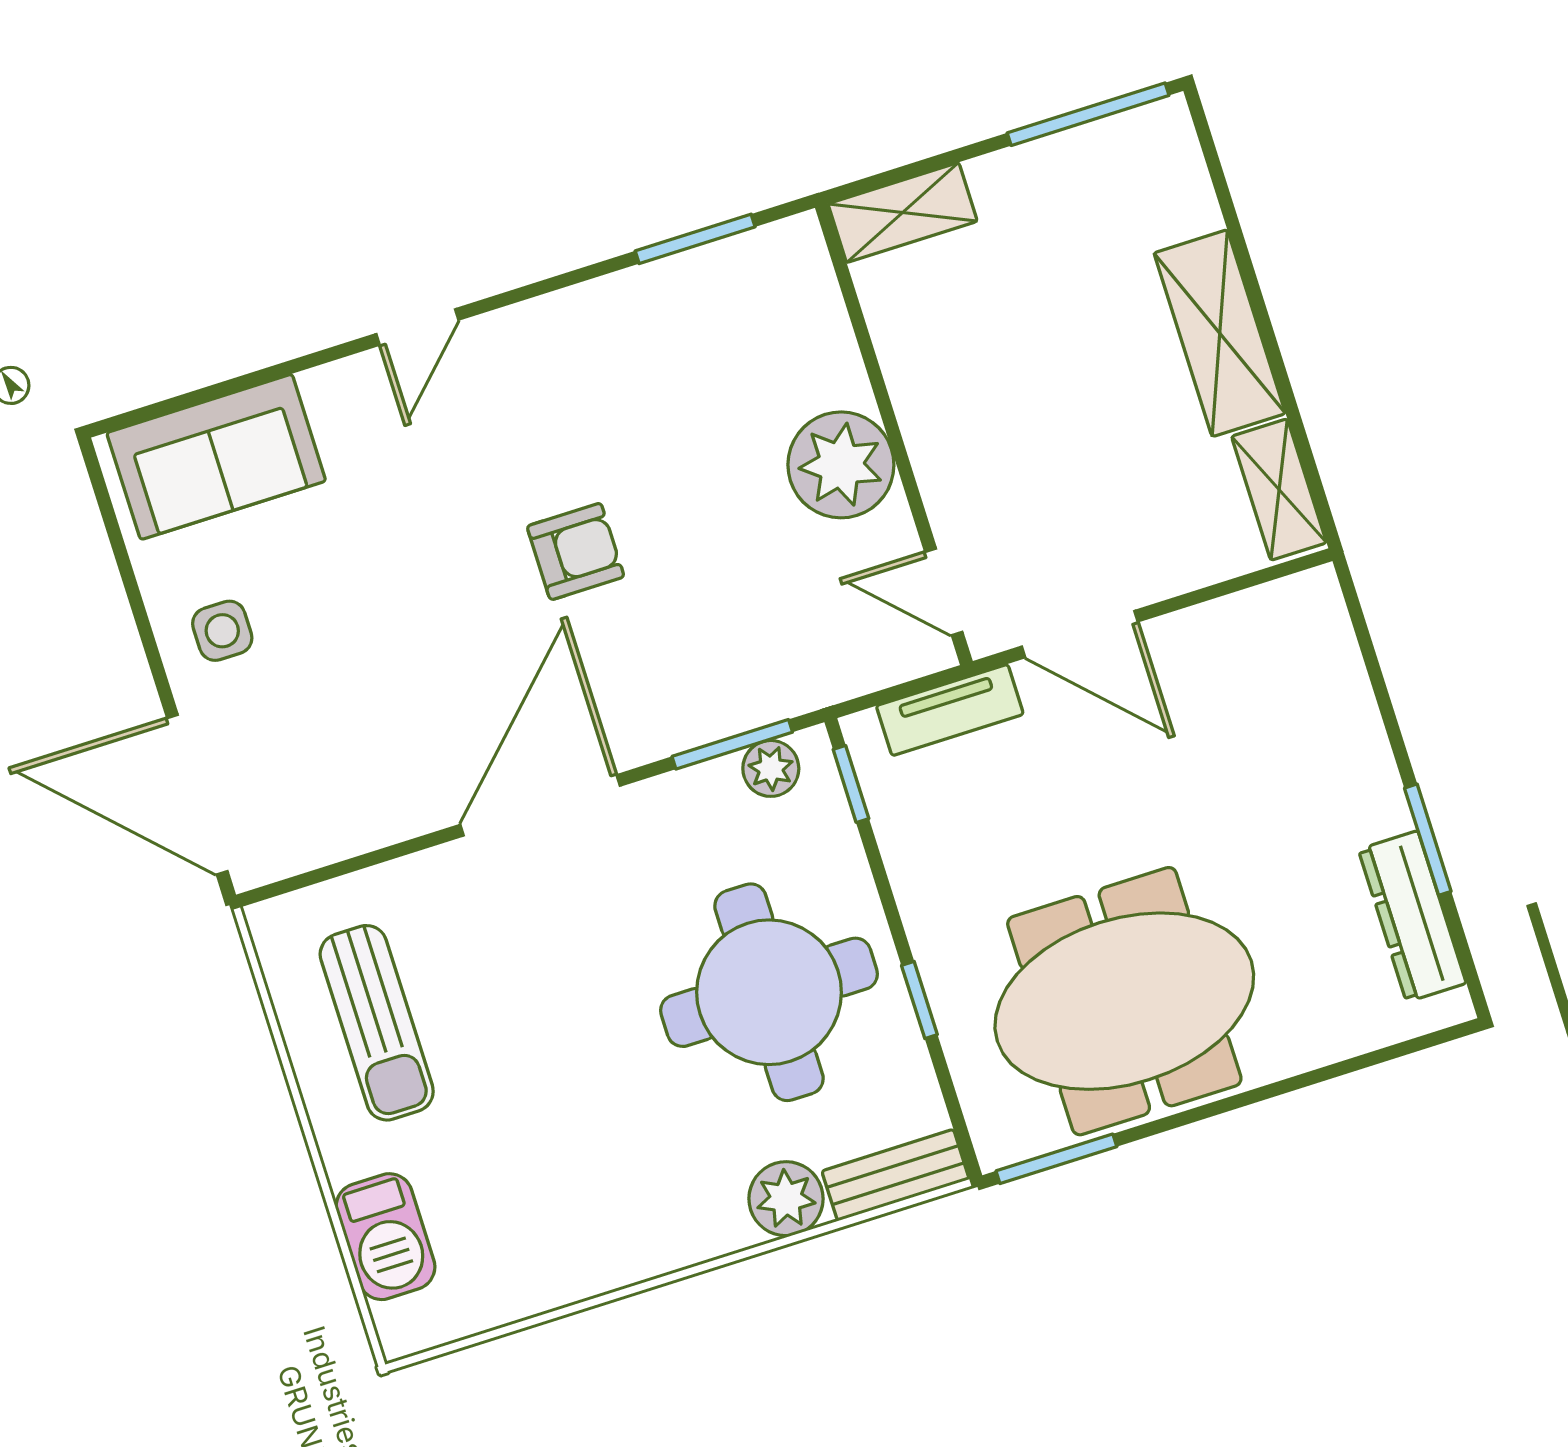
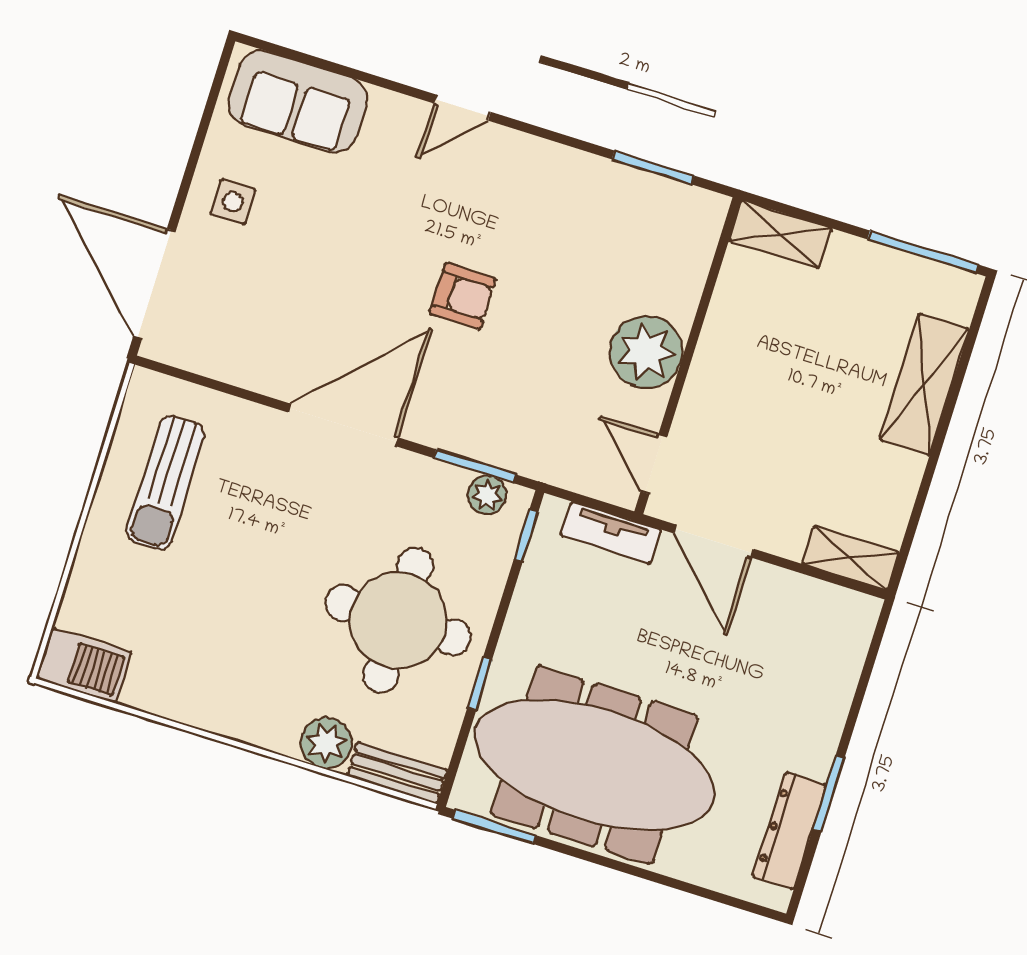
shelving: (1220, 333) -> (924, 384), moved
shelving: (1279, 490) -> (851, 558), moved, turned 90
meeting table: (1124, 1001) -> (594, 765), width x1.36
barbecue: (385, 1237) -> (84, 666), moved, turned -90

